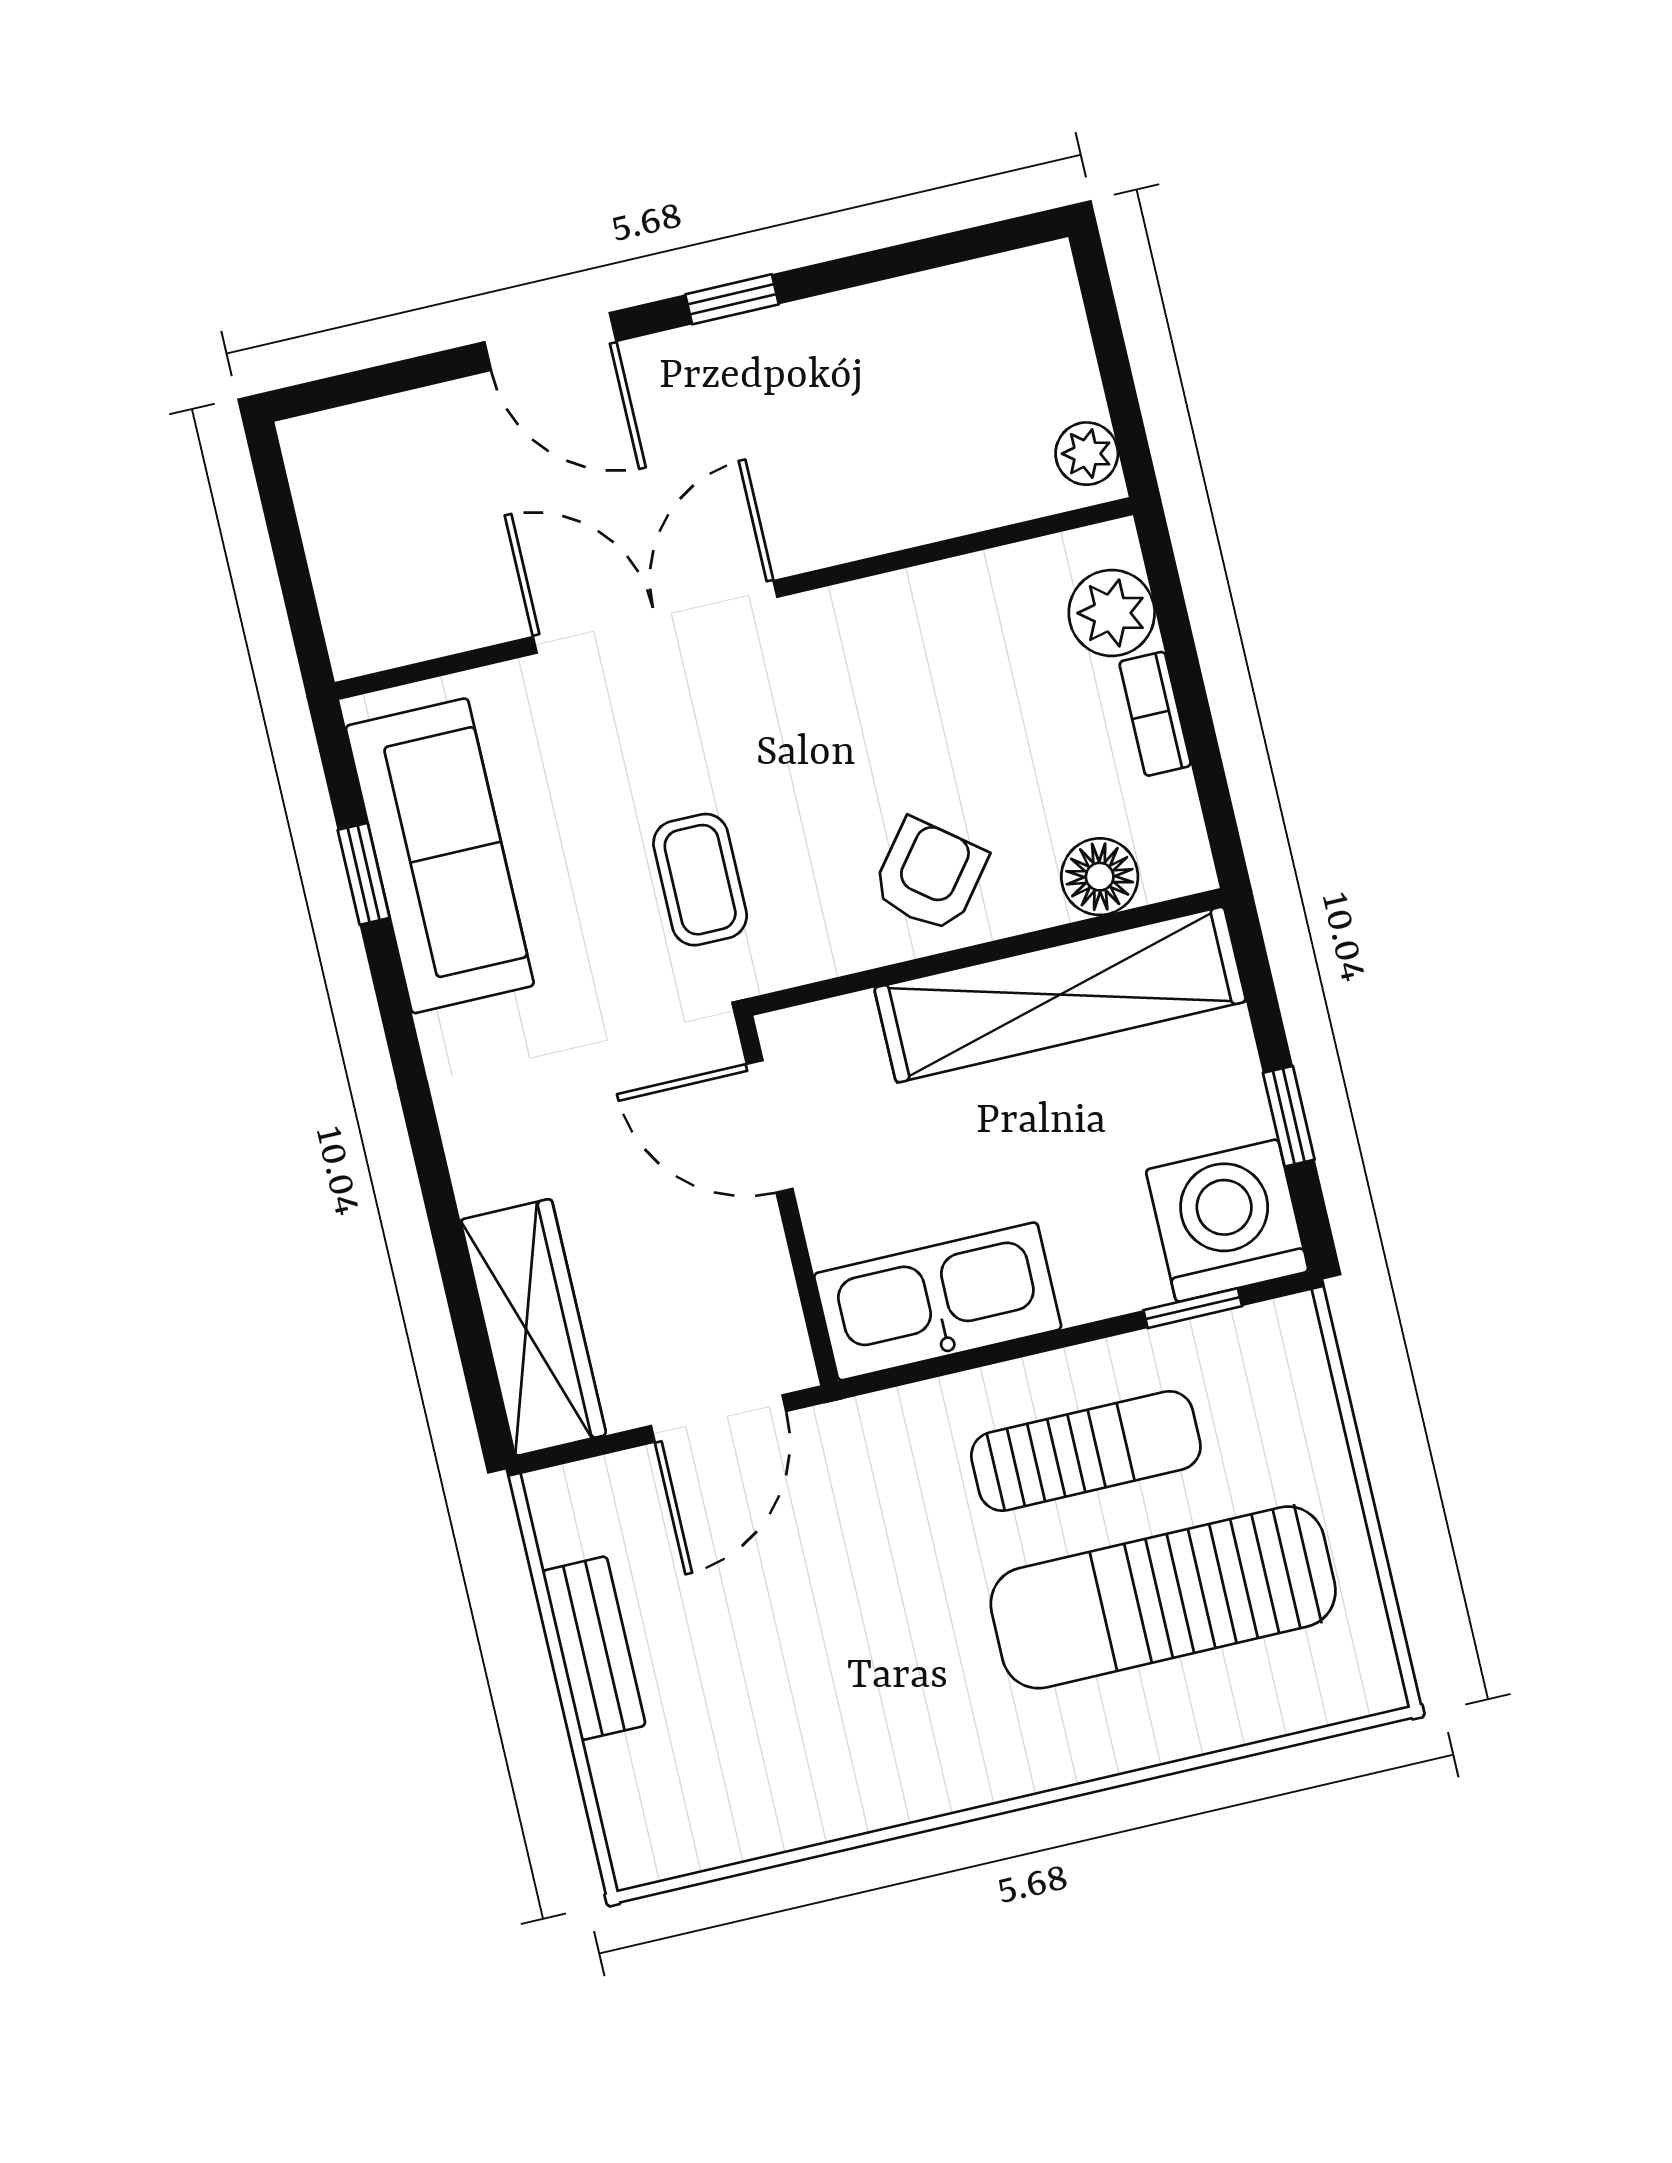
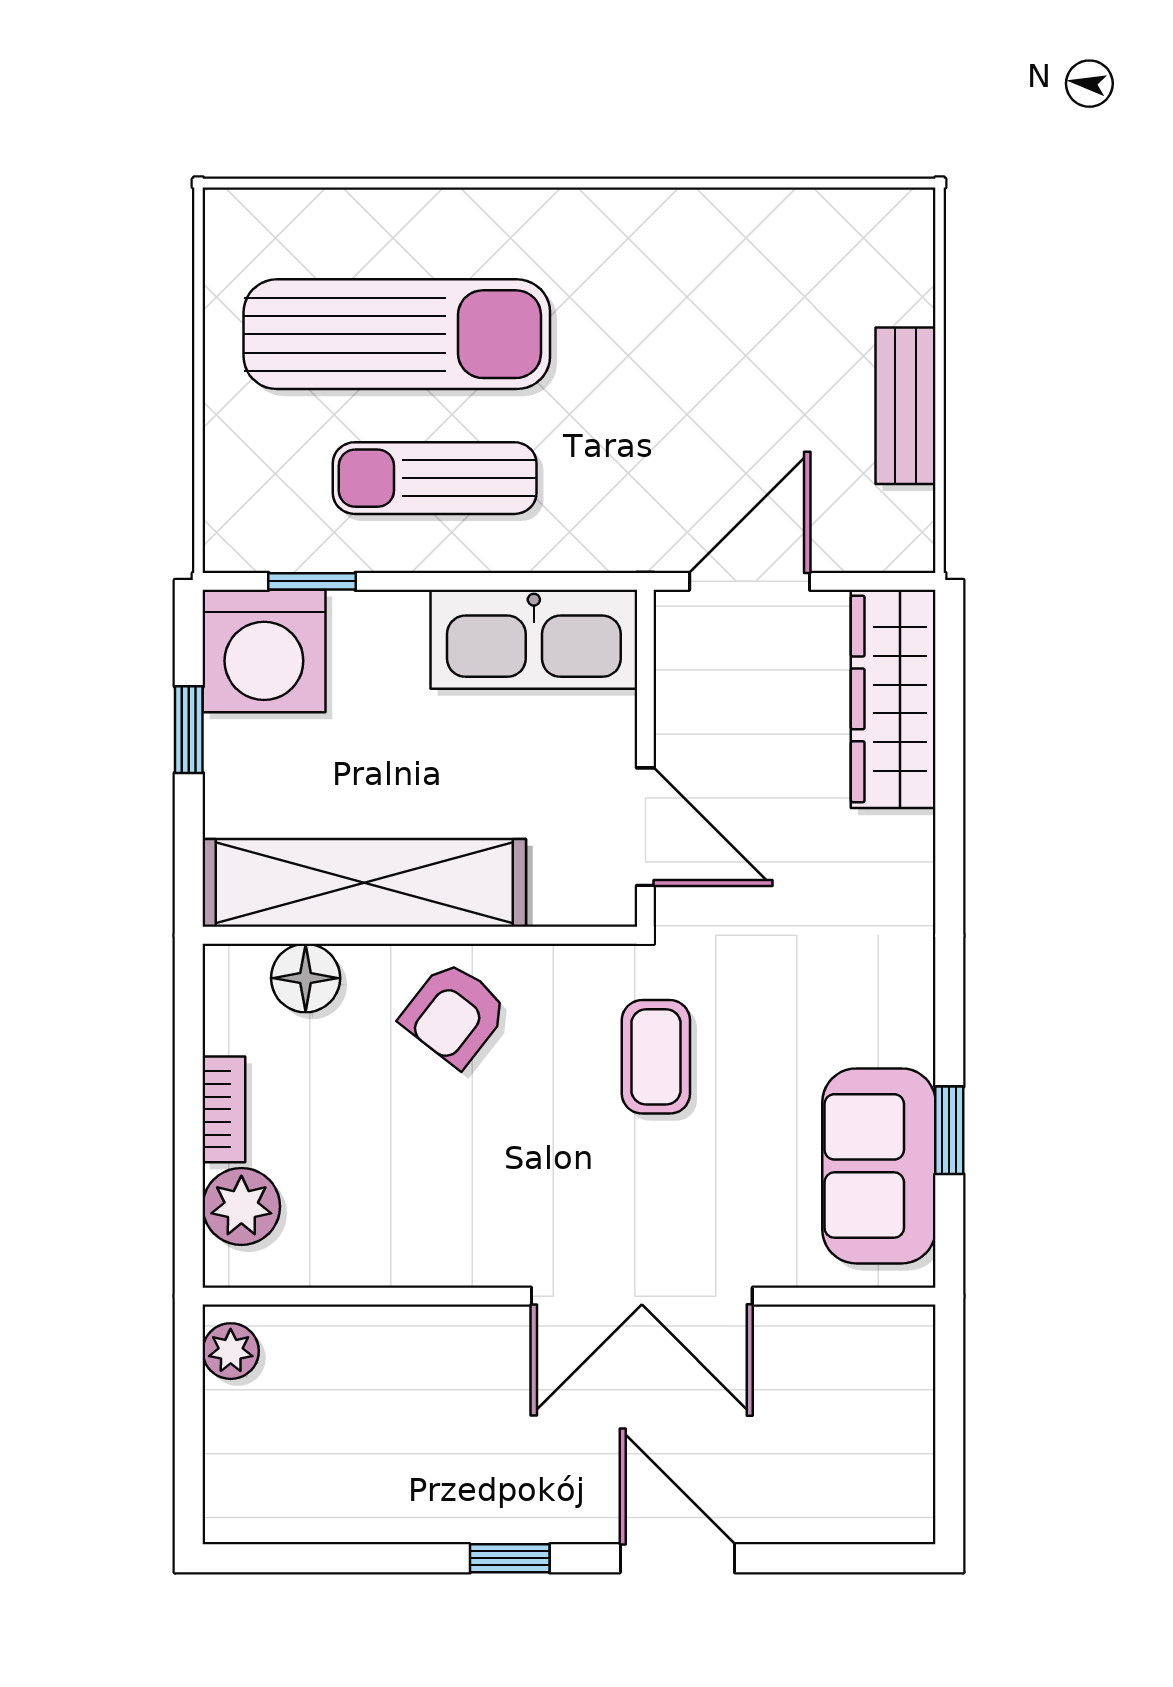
sofa: (440, 856) -> (879, 1166), width x0.73

